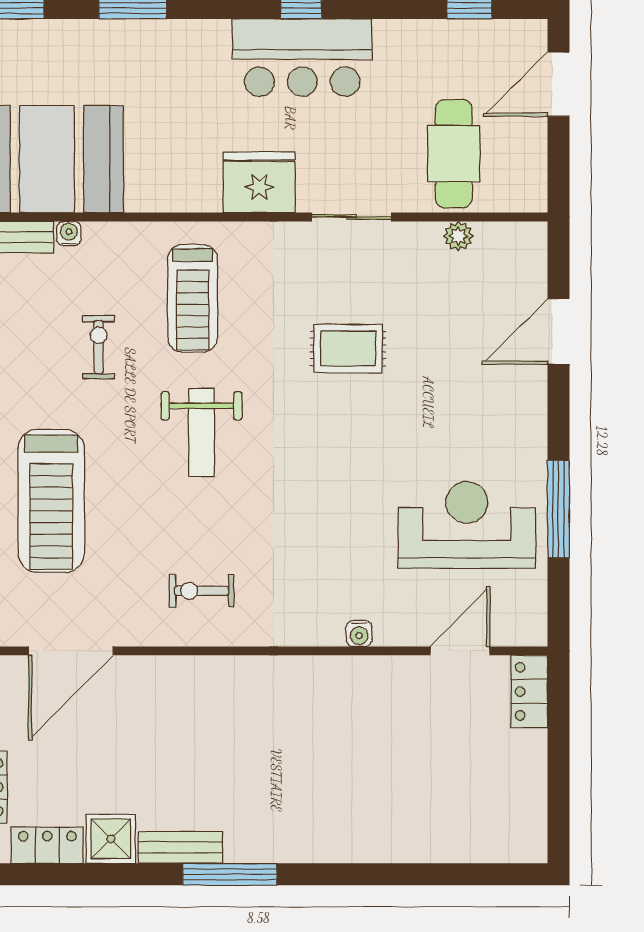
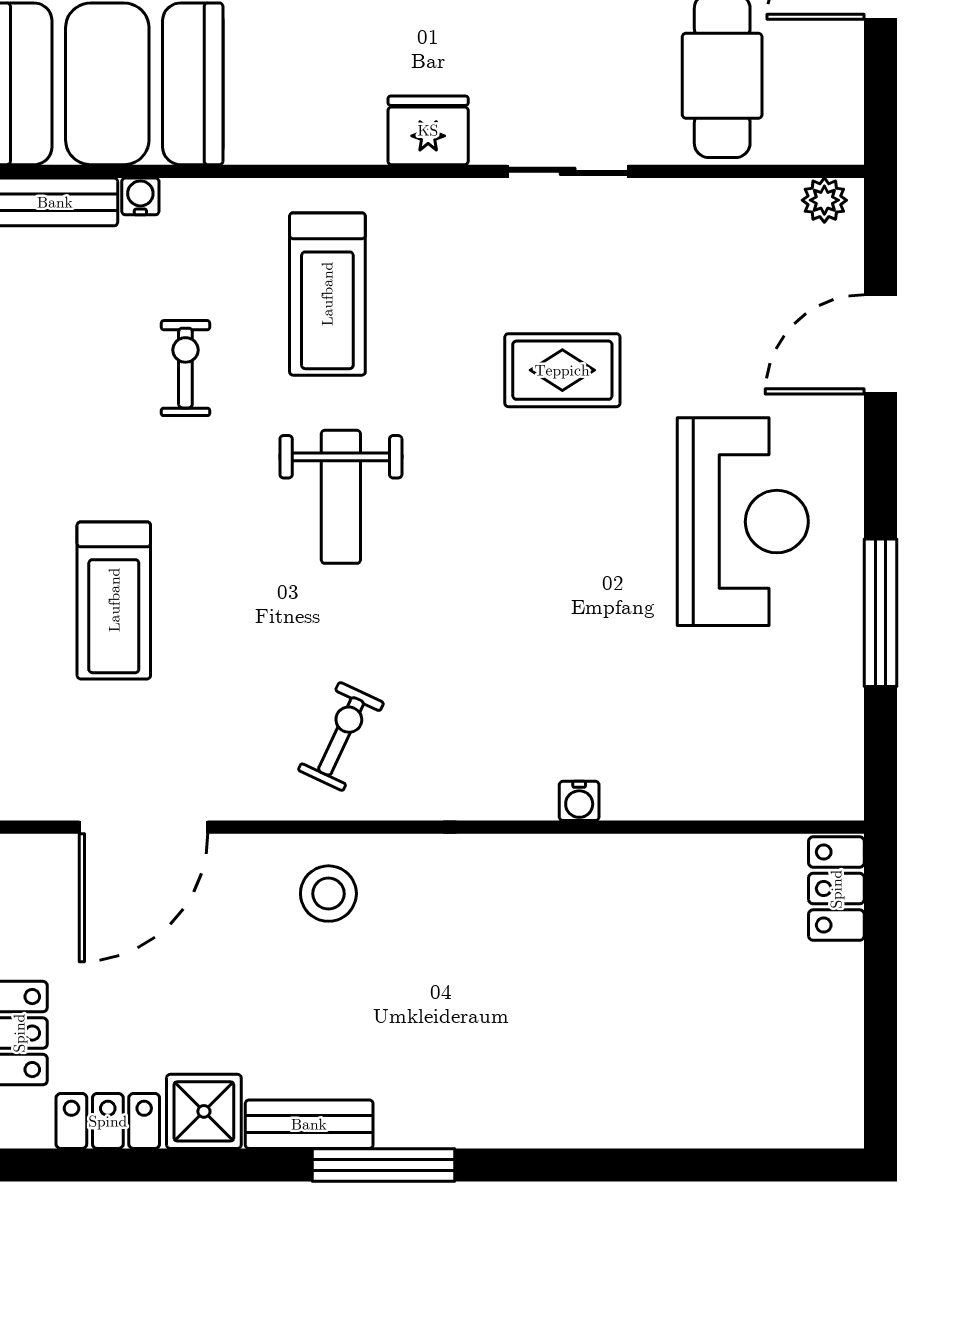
fridge: (259, 182) -> (428, 130), width x0.73, depth x0.75
plant: (458, 236) -> (824, 200), moved
treadmill: (51, 501) -> (114, 600), width x0.73, depth x0.73
reception desk: (467, 525) -> (743, 522), moved, turned 90
exercise bike: (202, 591) -> (341, 736), turned 115
door: (460, 651) -> (731, 827), removed
stool: (193, 695) -> (328, 894), added

